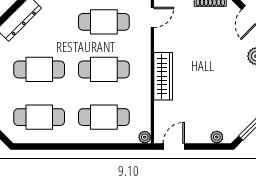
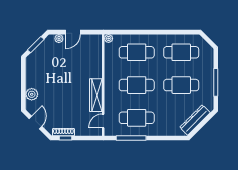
wardrobe: (163, 76) -> (96, 95), moved
door: (174, 146) -> (73, 32), moved

